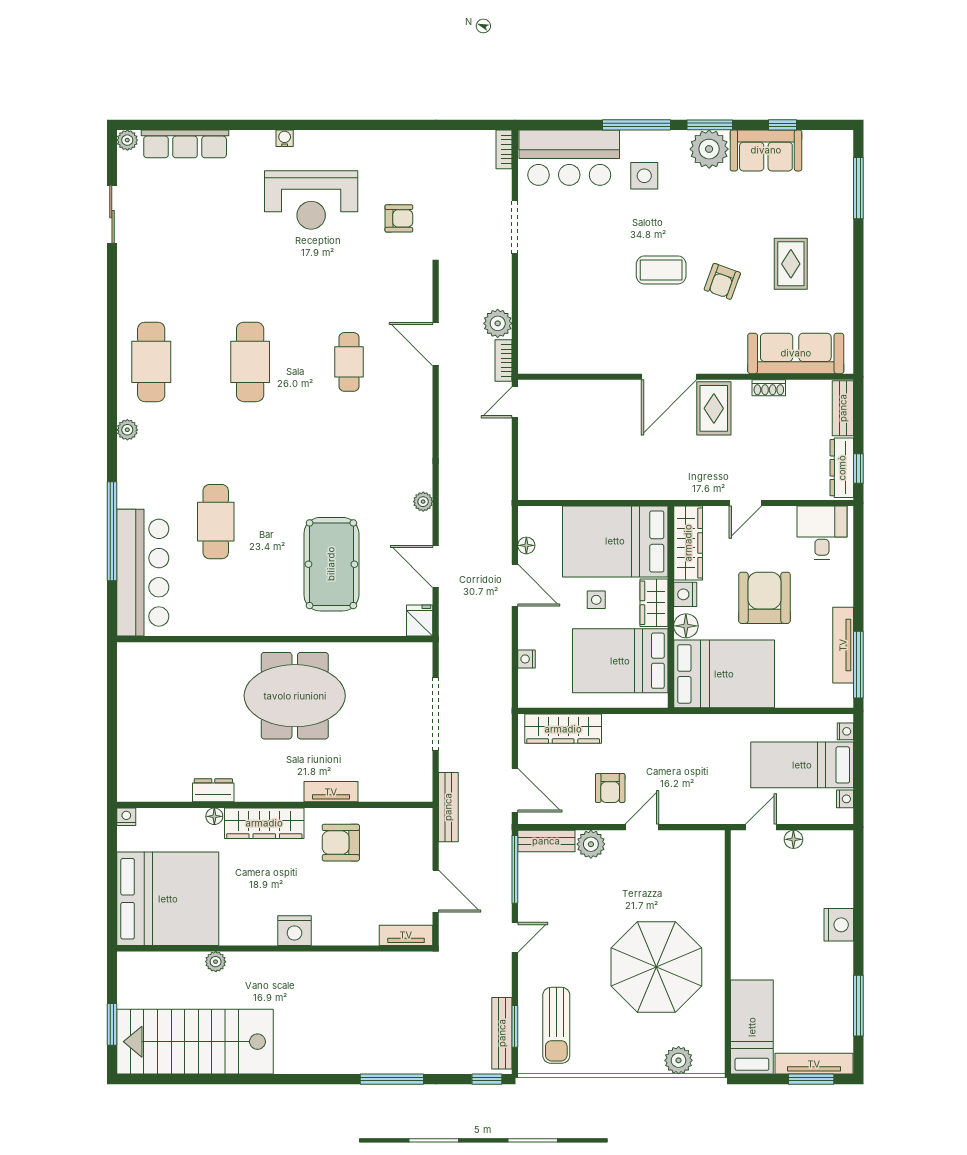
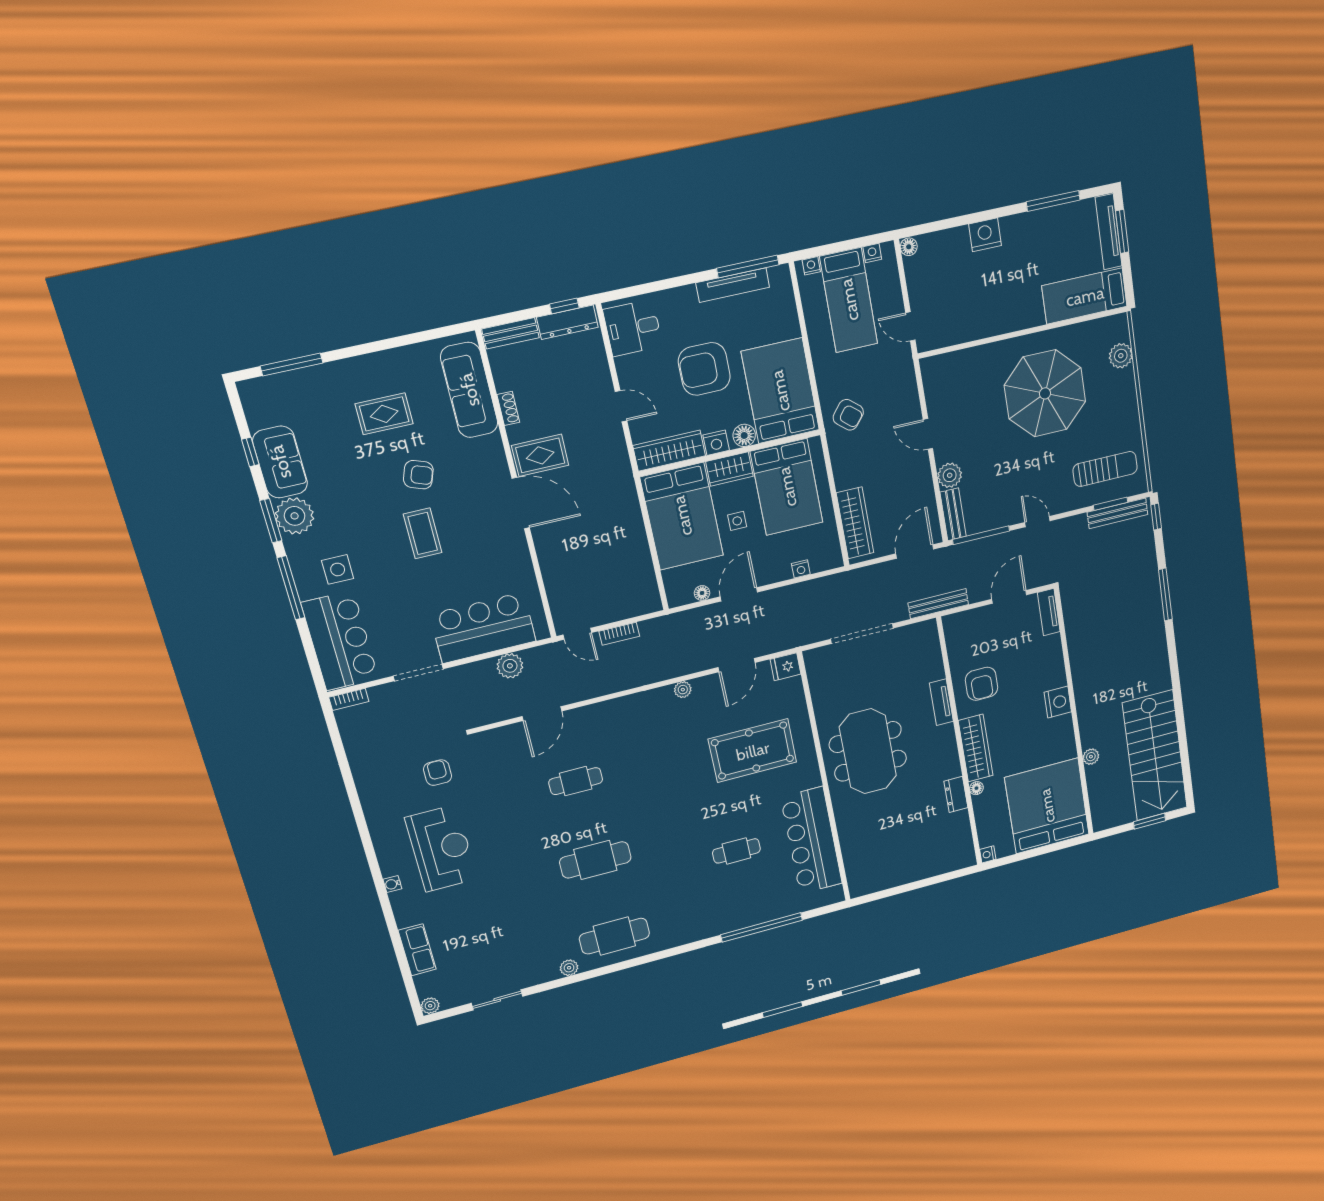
row of seats: (185, 144) -> (417, 950), width x0.68
bar counter: (546, 306) -> (483, 628), added
bookcase: (504, 361) -> (619, 634), moved
plant: (127, 430) -> (569, 968), moved
cafe table: (216, 522) -> (736, 851), width x0.73, depth x0.74
bar counter: (143, 573) -> (812, 841), moved, turned -90
armchair: (610, 788) -> (848, 415), moved, turned 40
floor lamp: (793, 839) -> (909, 247), moved

